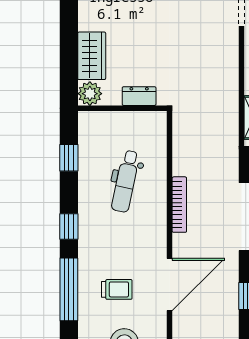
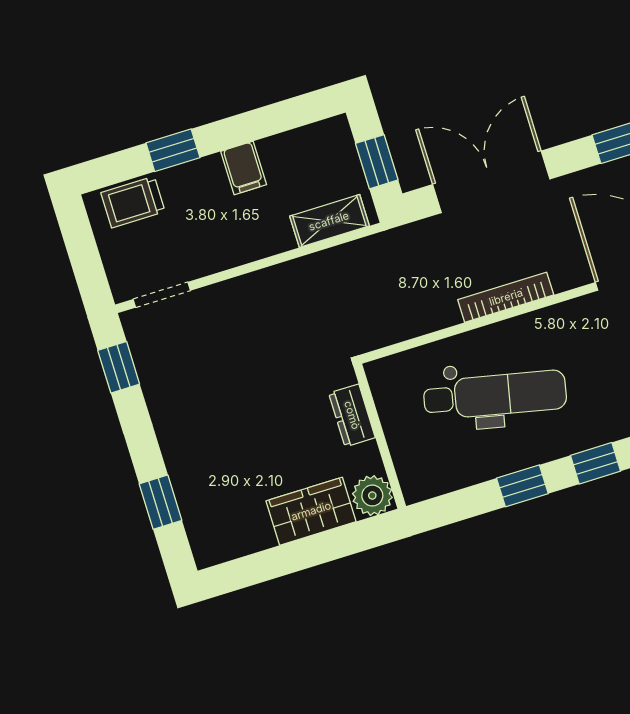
window: (69, 158) -> (522, 486), moved
dental chair: (126, 181) -> (495, 395), width x1.36, depth x1.38

